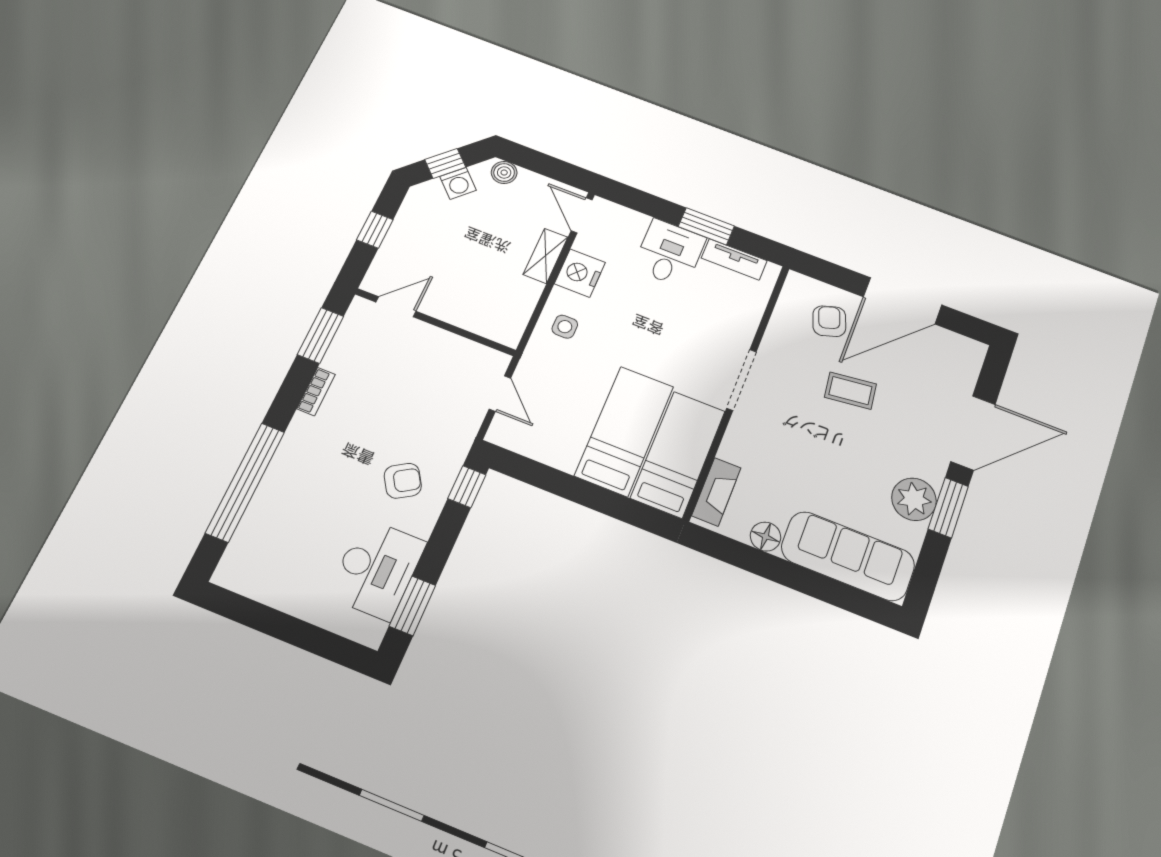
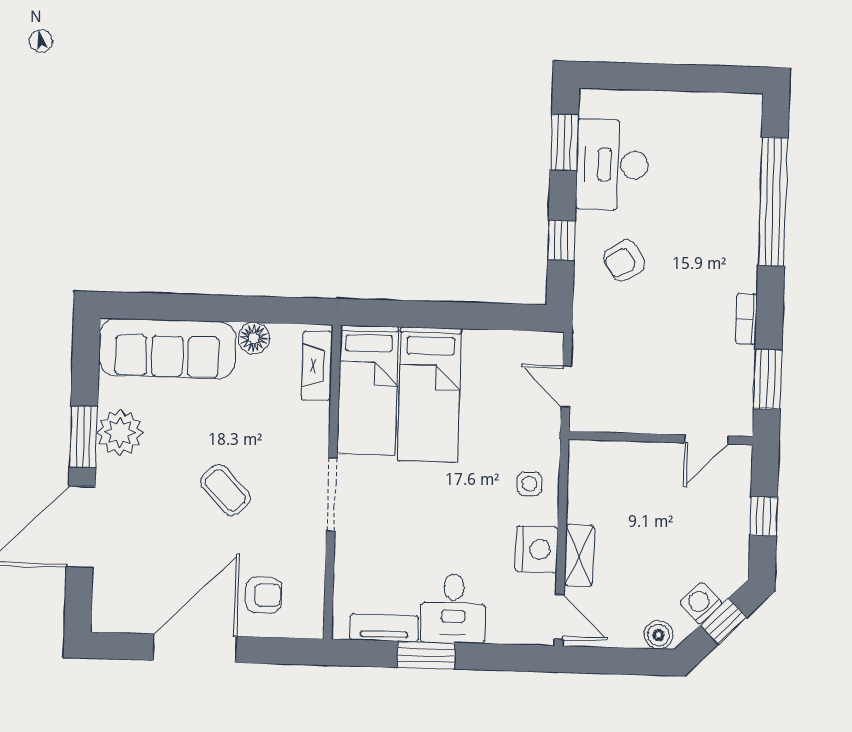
armchair: (829, 321) -> (263, 595), turned -71
coffee table: (850, 391) -> (225, 490), moved, turned 53
window: (467, 487) -> (561, 240), moved

